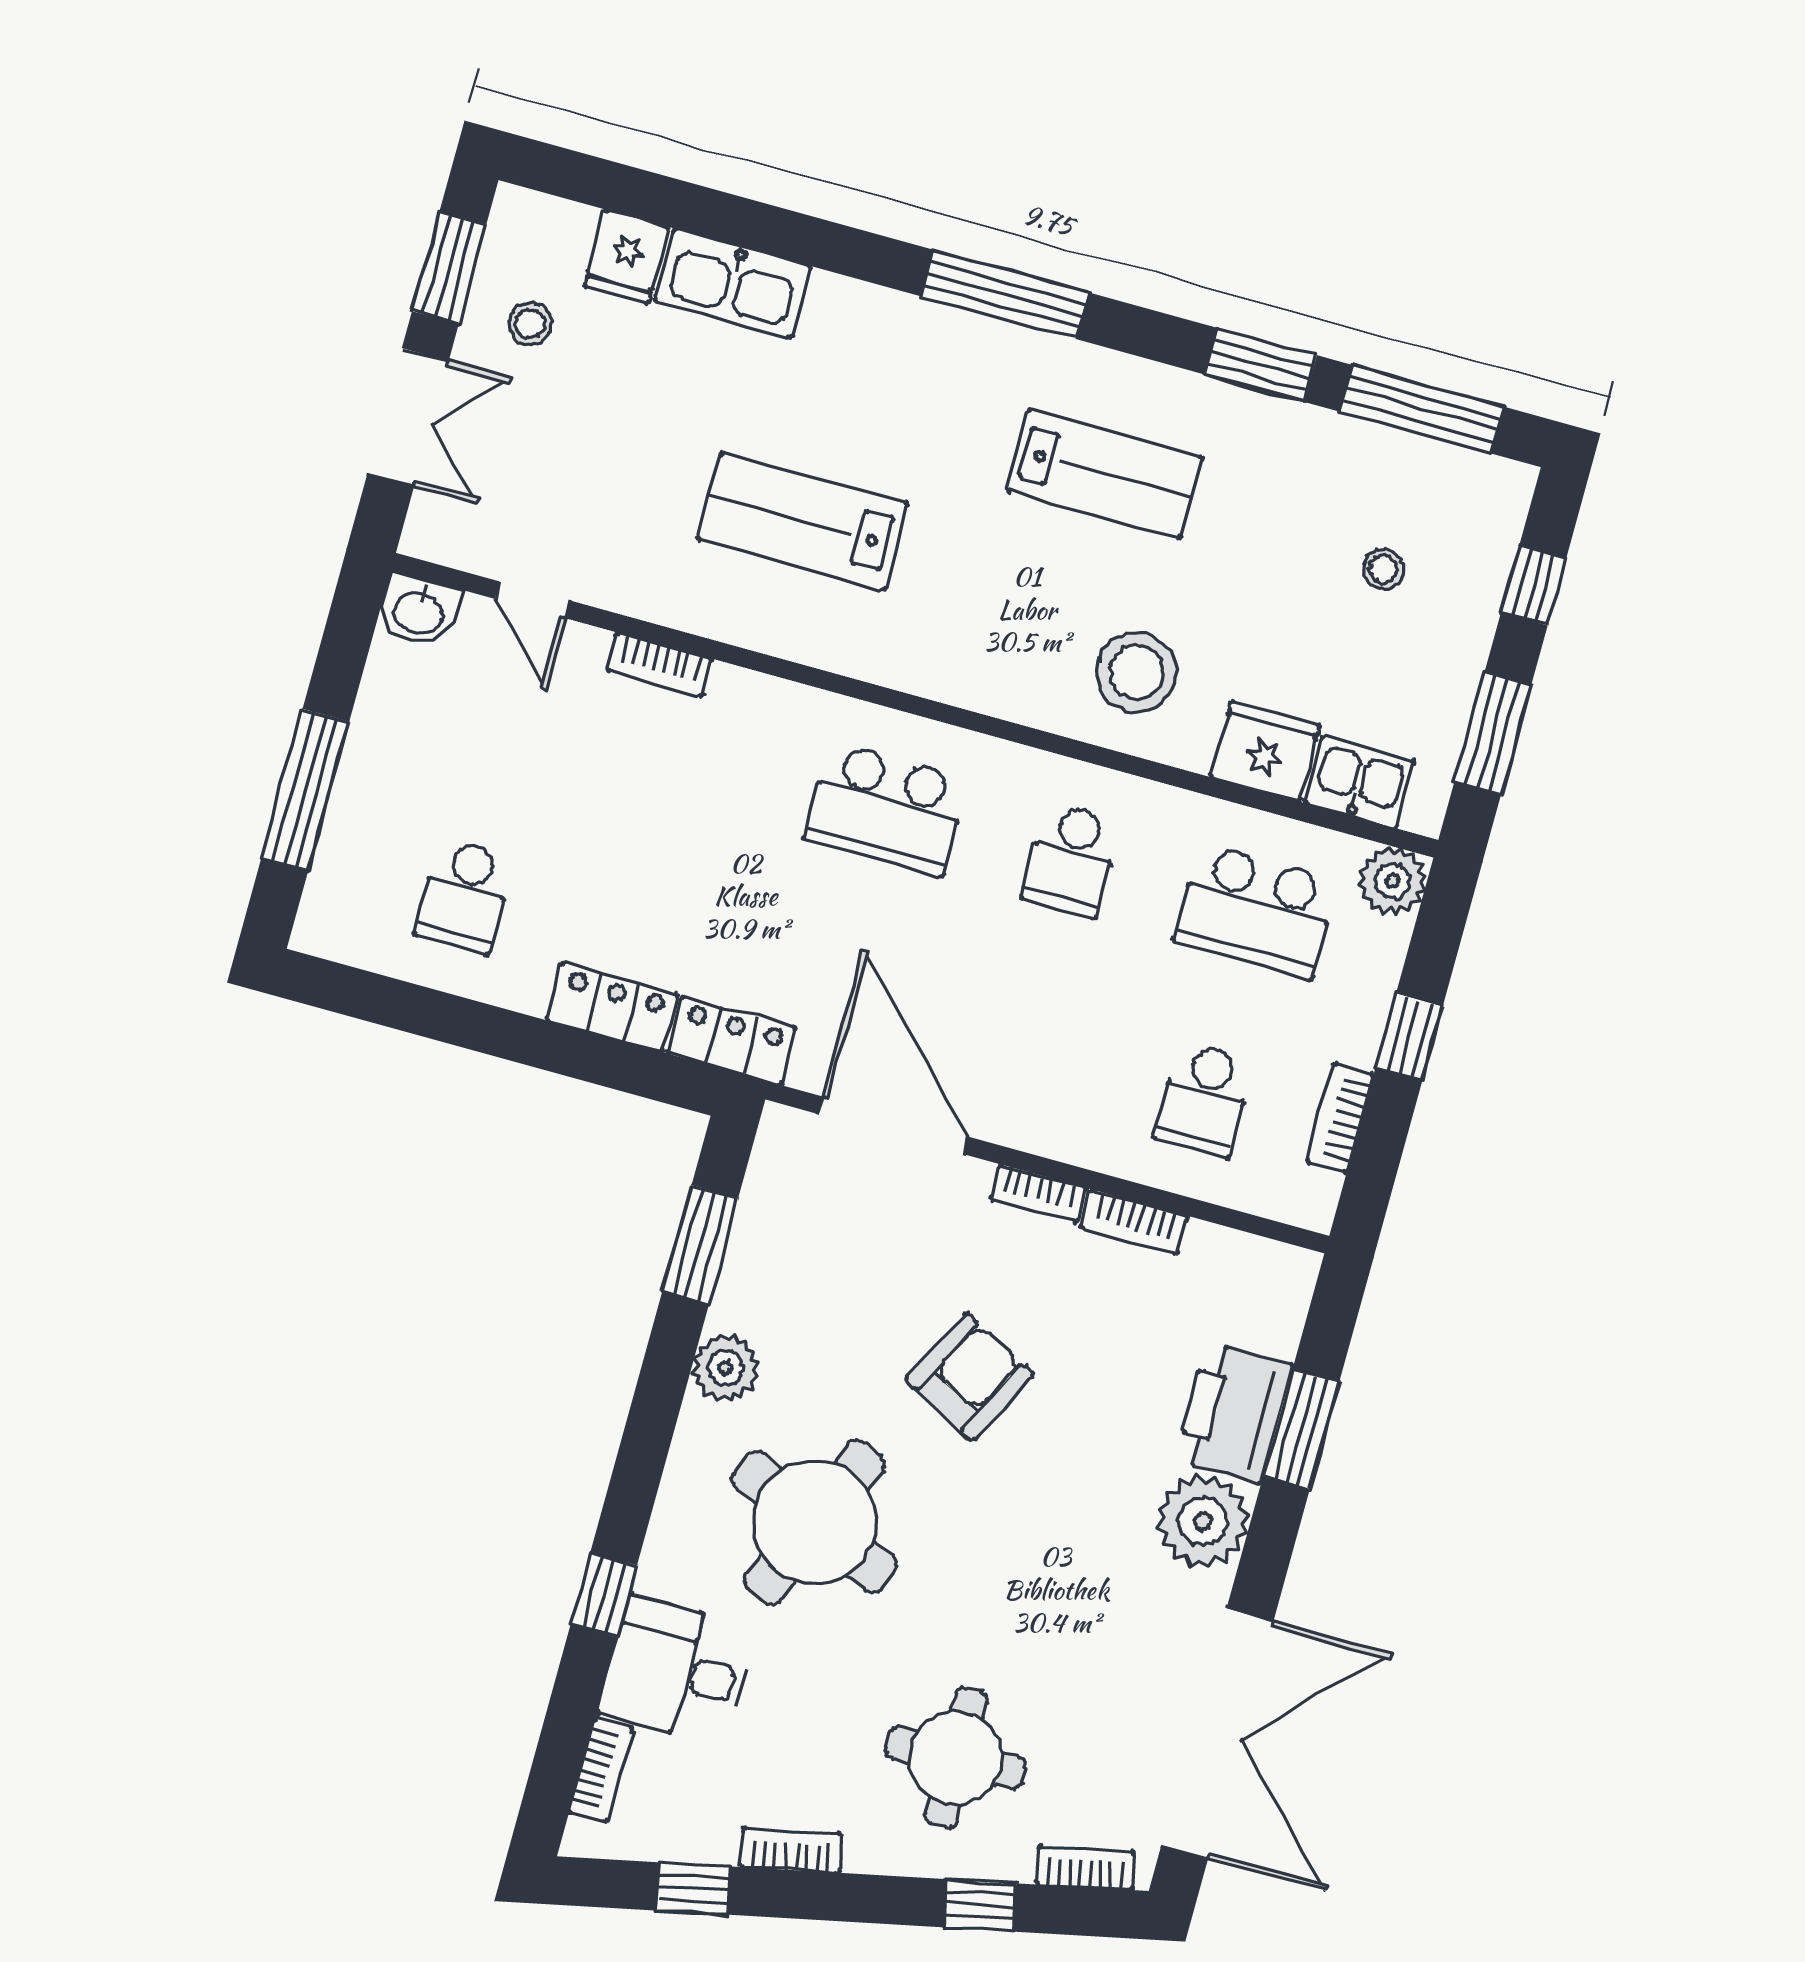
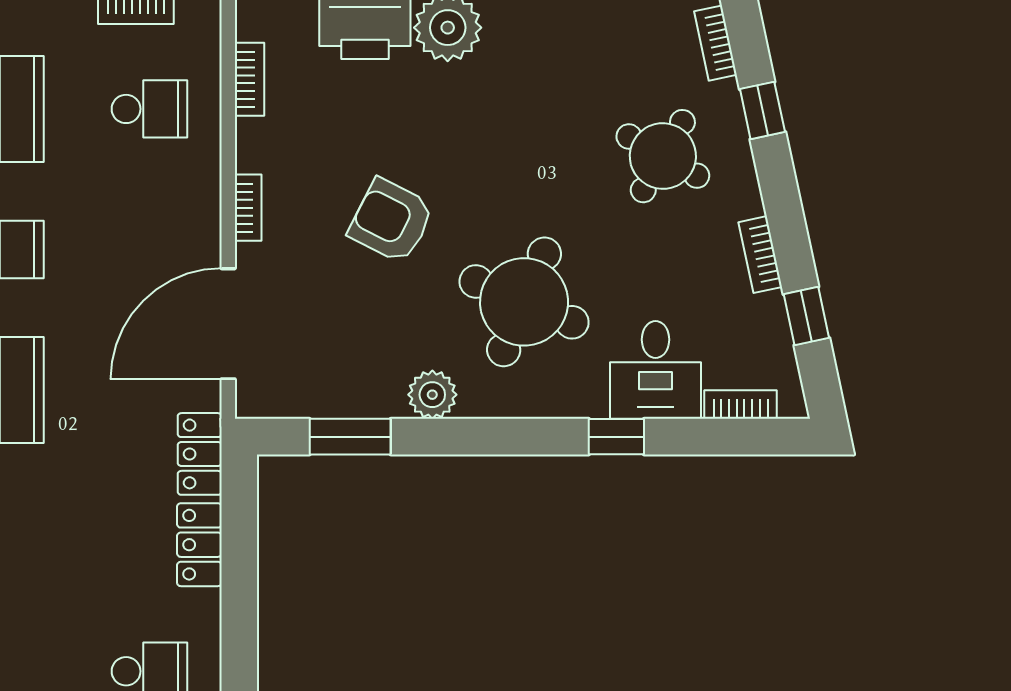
bookcase: (1134, 1222) -> (250, 79), moved
round table: (956, 1758) -> (663, 156), turned 31

